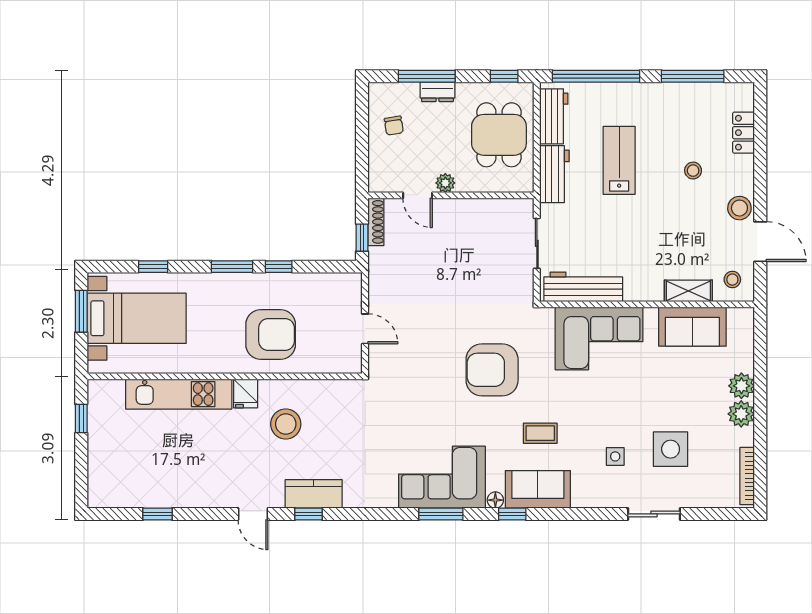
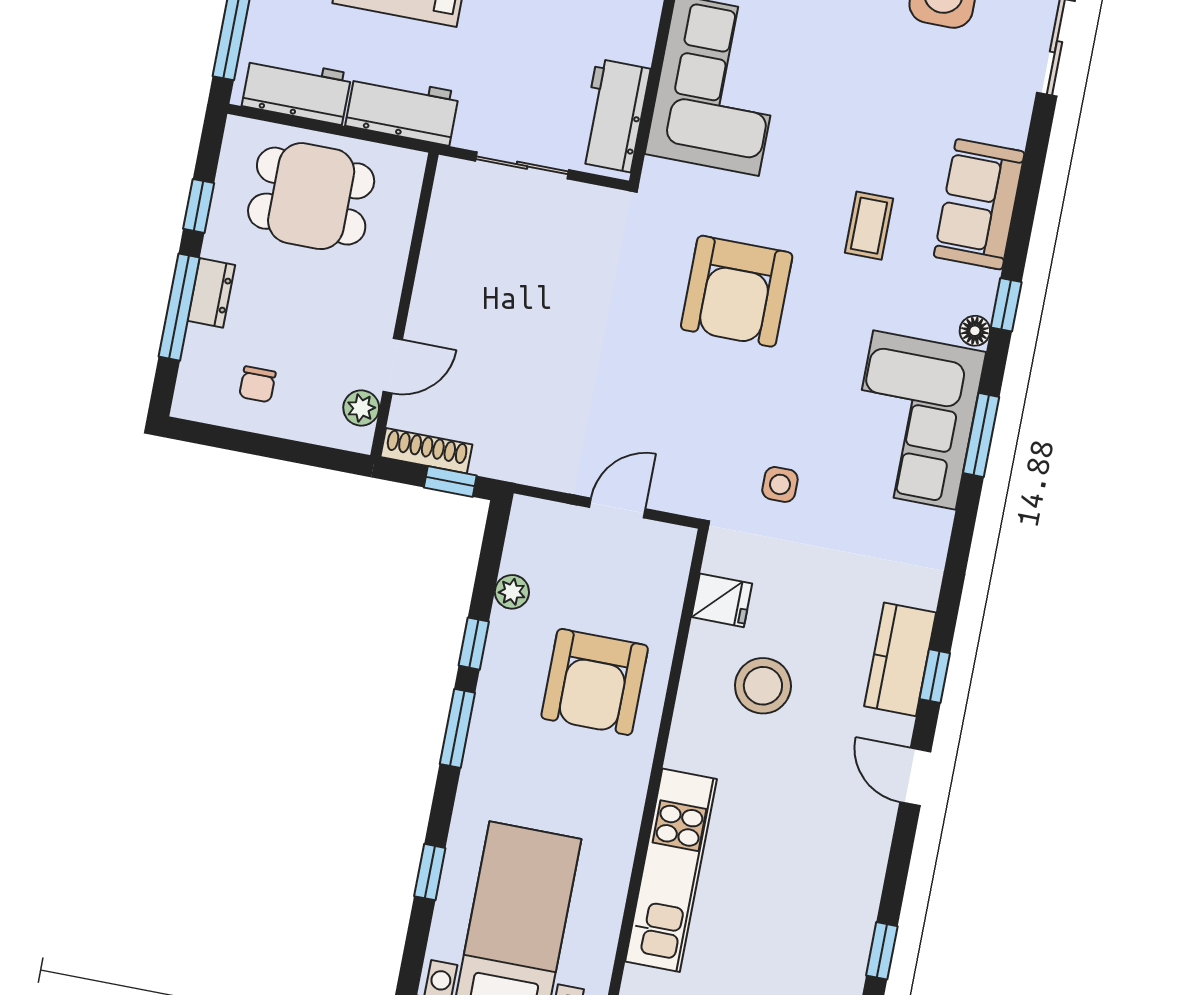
window: (504, 76) -> (199, 206), moved
chair: (394, 126) -> (257, 384), turned 99
plant: (445, 183) -> (361, 408), moved
plant: (310, 282) -> (512, 592), added
workbench: (583, 287) -> (614, 115), width x0.73
armchair: (271, 335) -> (595, 682), turned 180
fridge: (246, 393) -> (722, 600), moved
side table: (615, 456) -> (780, 484), moved
sofa: (538, 489) -> (979, 204), moved
door: (253, 514) -> (915, 777), swing flipped

